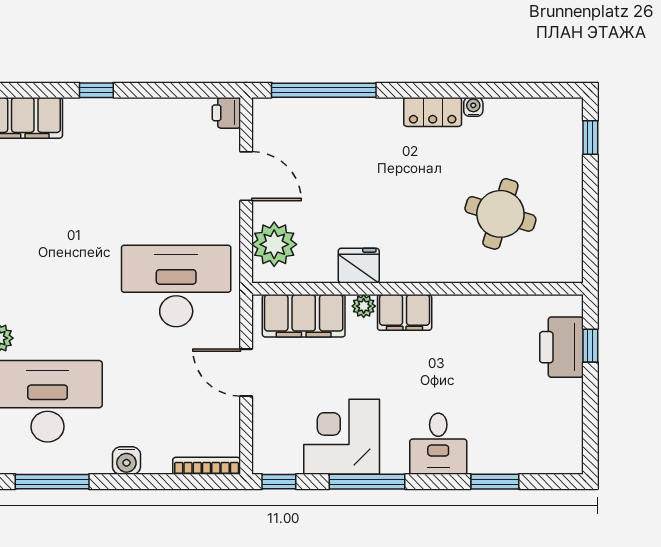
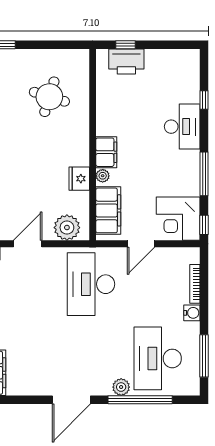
corner desk: (342, 437) -> (178, 219), moved
desk: (438, 444) -> (182, 127), width x1.37
bookcase: (207, 466) -> (195, 284), moved
window: (495, 482) -> (204, 100), width x0.67

